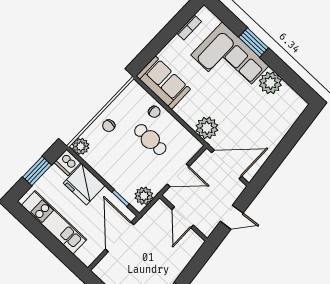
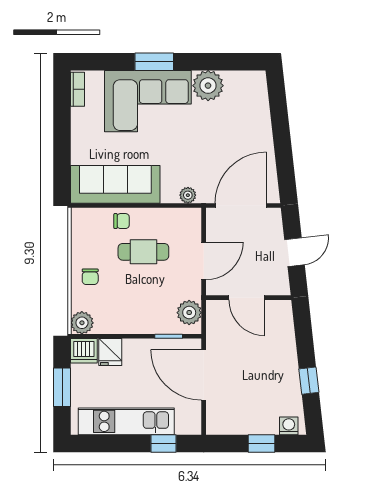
bookcase: (189, 27) -> (77, 89), moved
sofa: (163, 83) -> (115, 184), width x1.36
plant: (207, 128) -> (188, 195), width x0.53, depth x0.53
fridge: (84, 184) -> (110, 352), width x0.53, depth x0.75
window: (63, 253) -> (163, 443), added

